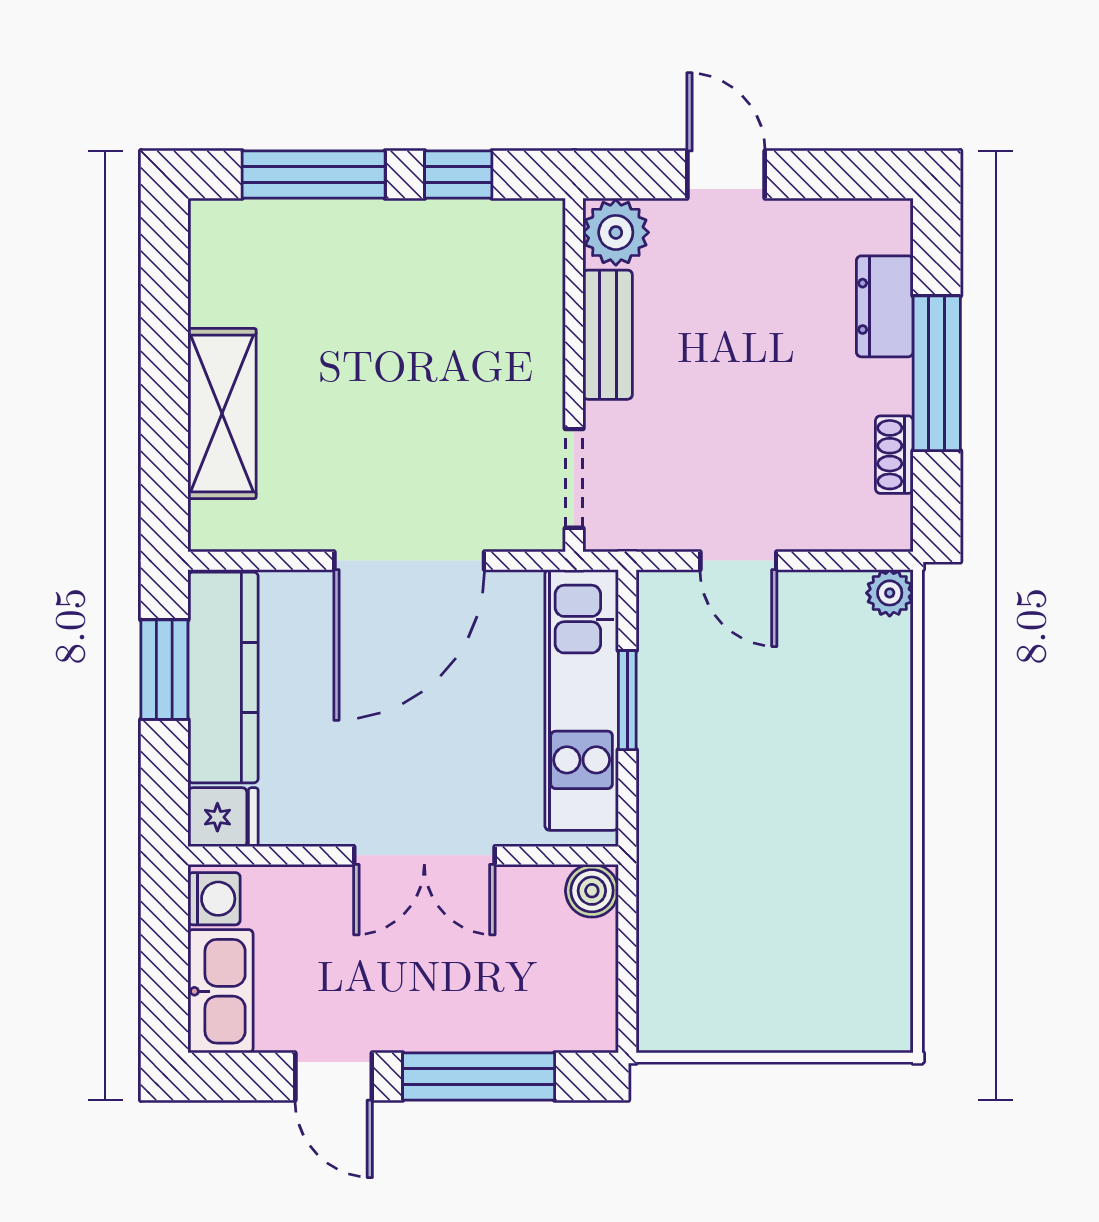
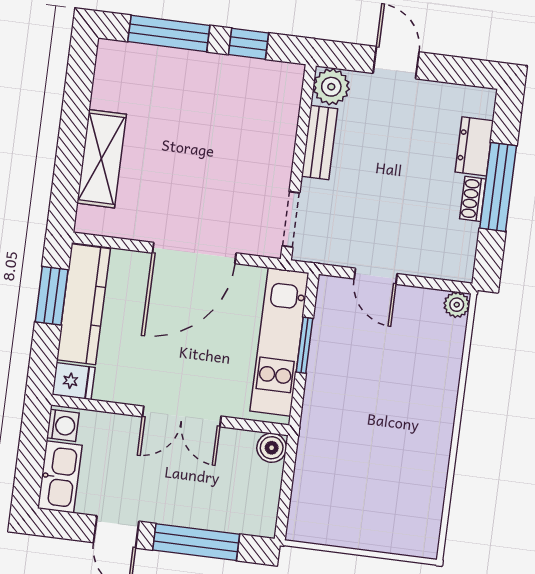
shoe rack: (894, 455) -> (473, 199), moved

